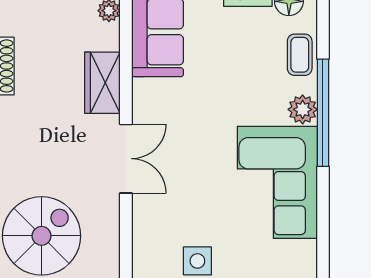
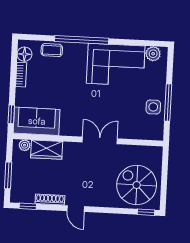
wardrobe: (102, 83) -> (47, 150), moved
plant: (303, 109) -> (153, 54), moved

